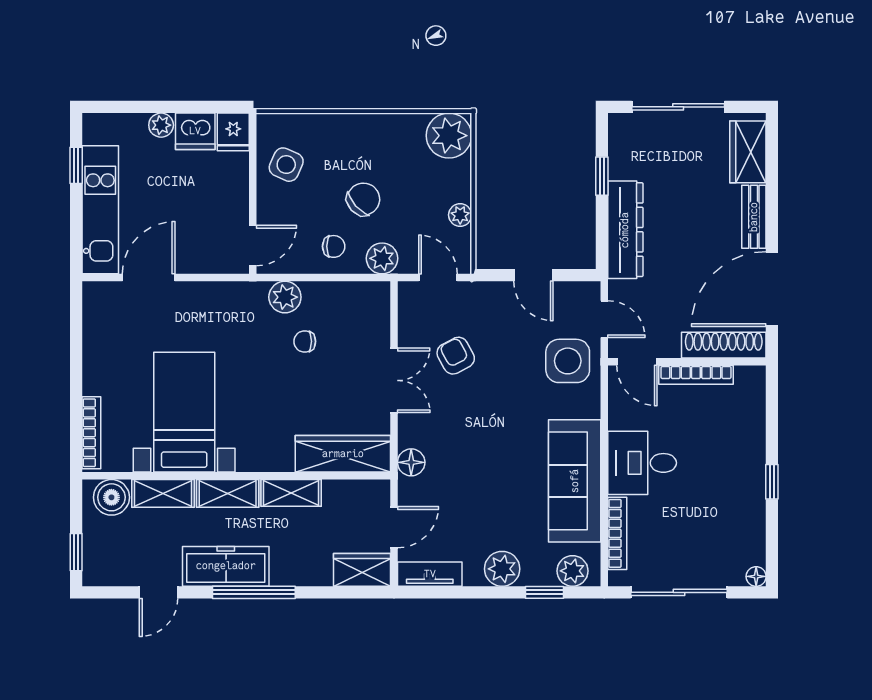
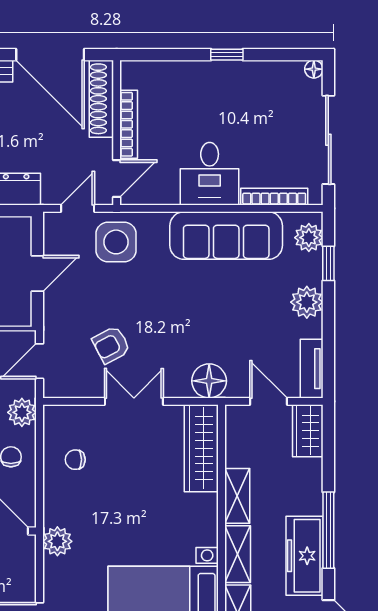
plant: (285, 297) -> (57, 541), moved
chair: (305, 341) -> (75, 460), moved, turned 90
floor lamp: (411, 462) -> (209, 381), width x1.38, depth x1.38

